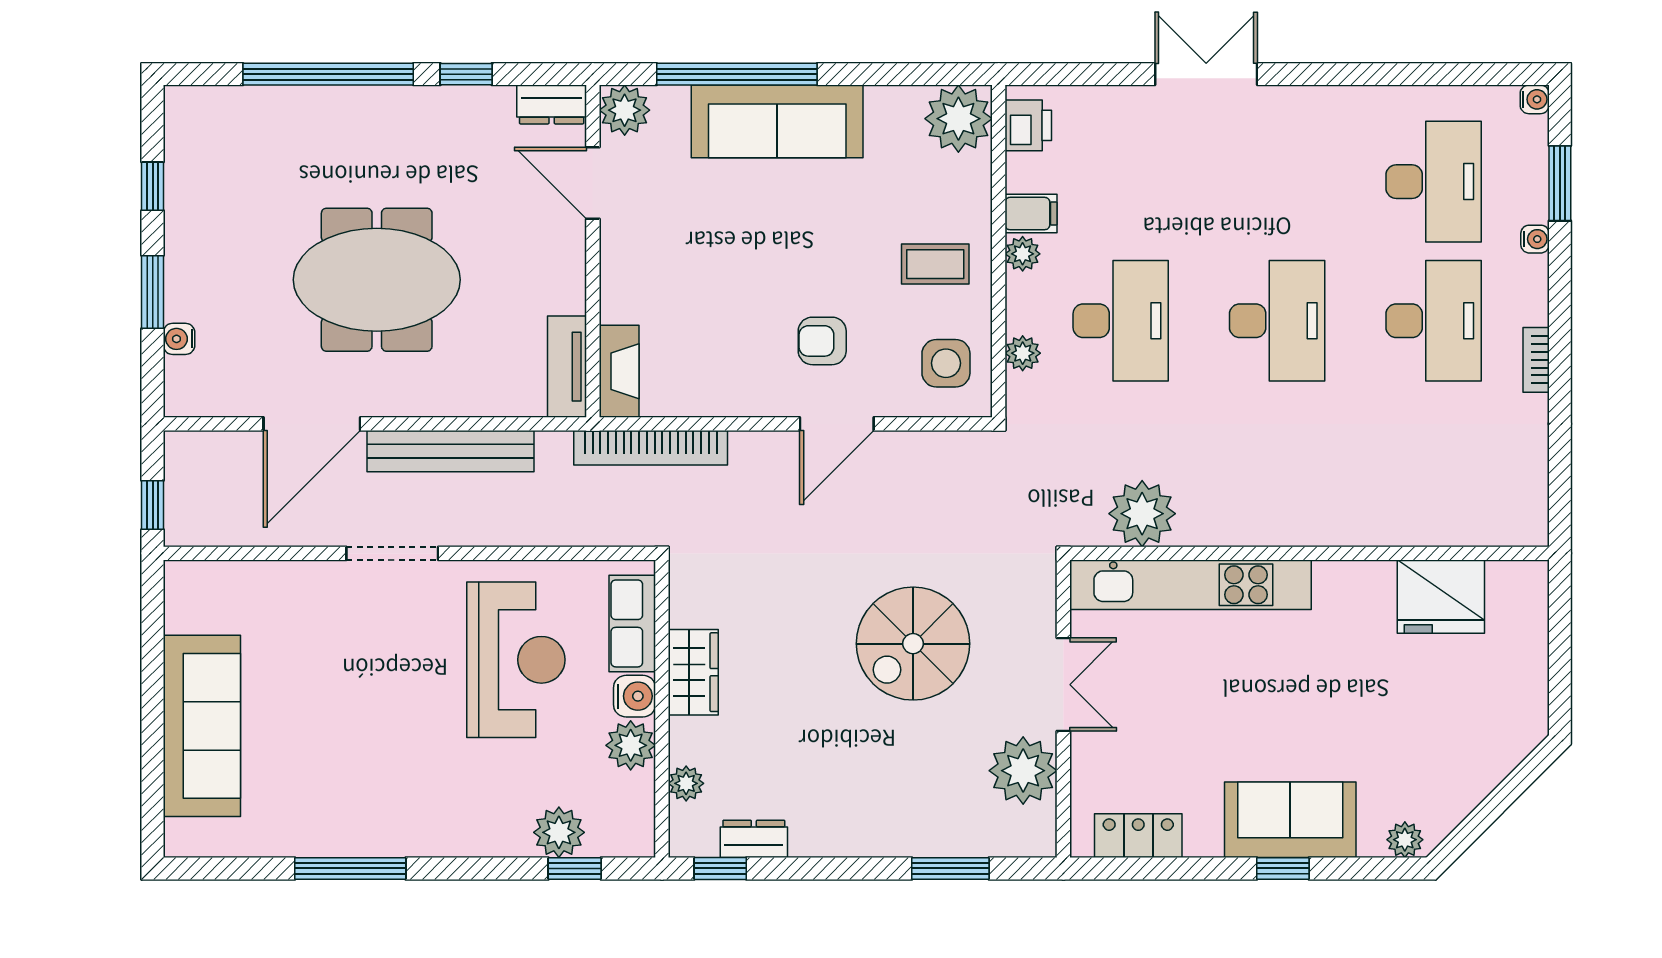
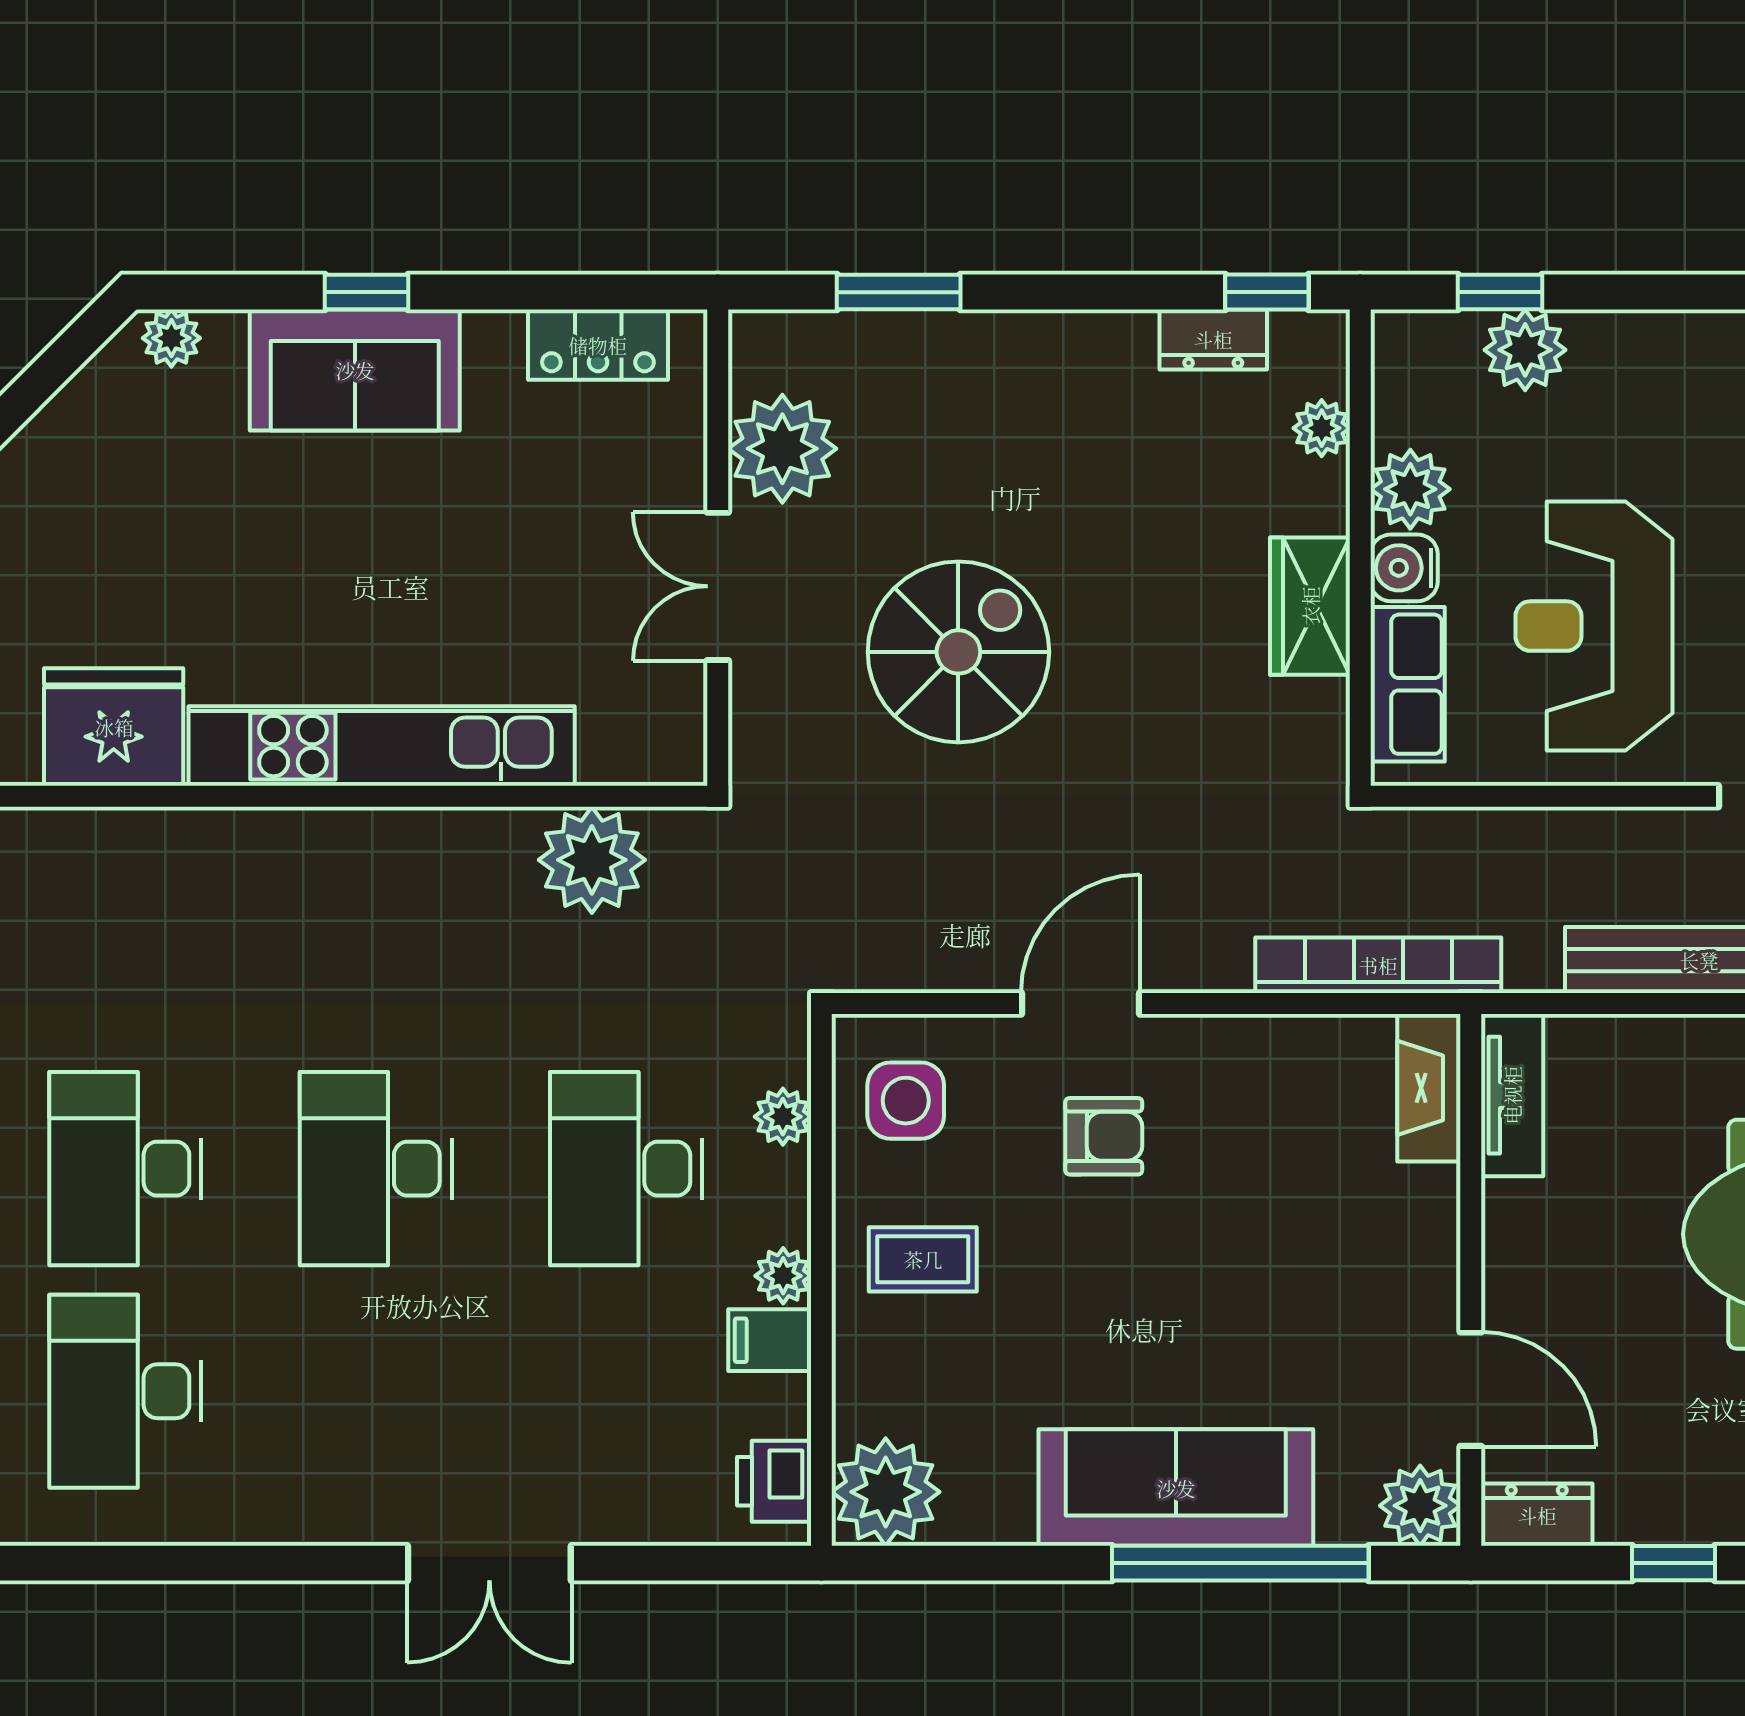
kitchen unit: (1190, 585) -> (382, 746), moved

